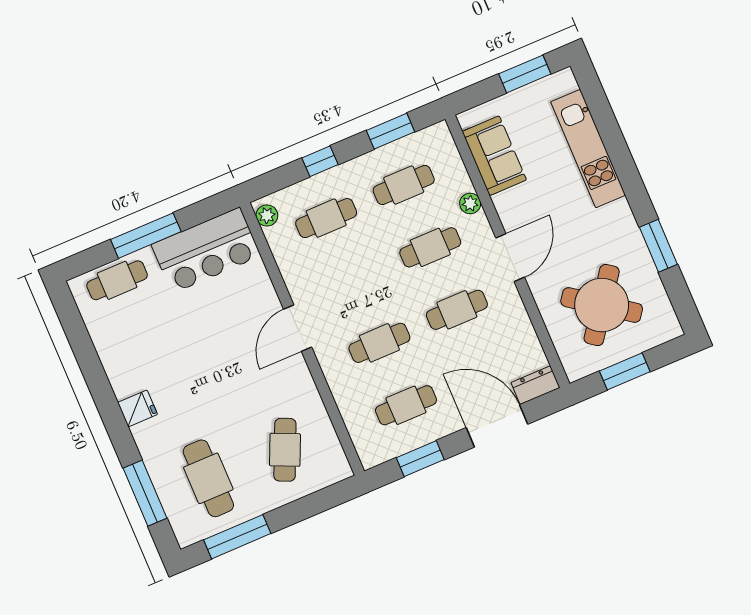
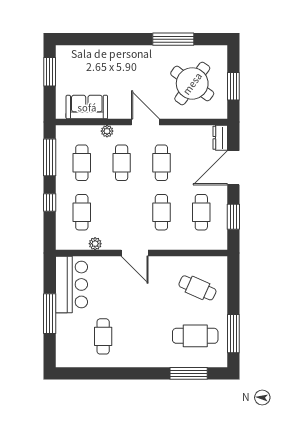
window: (391, 131) -> (50, 157), width x1.44
kitchen unit: (588, 149) -> (105, 55), removed
plant: (267, 216) -> (95, 244), moved
window: (658, 246) -> (173, 39), width x1.44
cafe table: (117, 280) -> (103, 336), moved
fridge: (137, 408) -> (141, 358), removed

